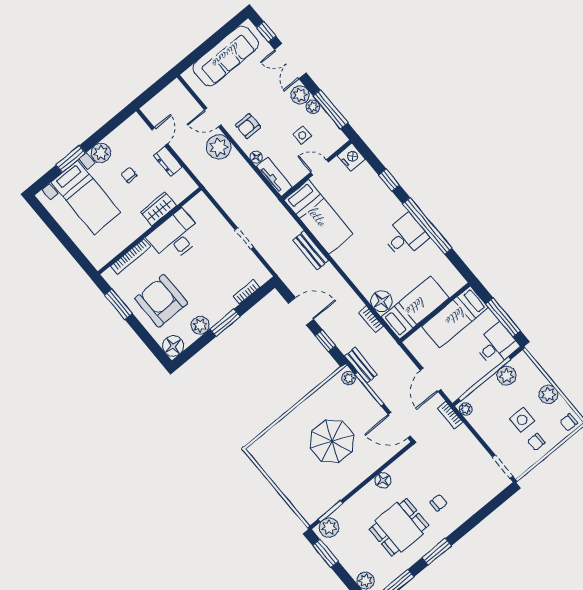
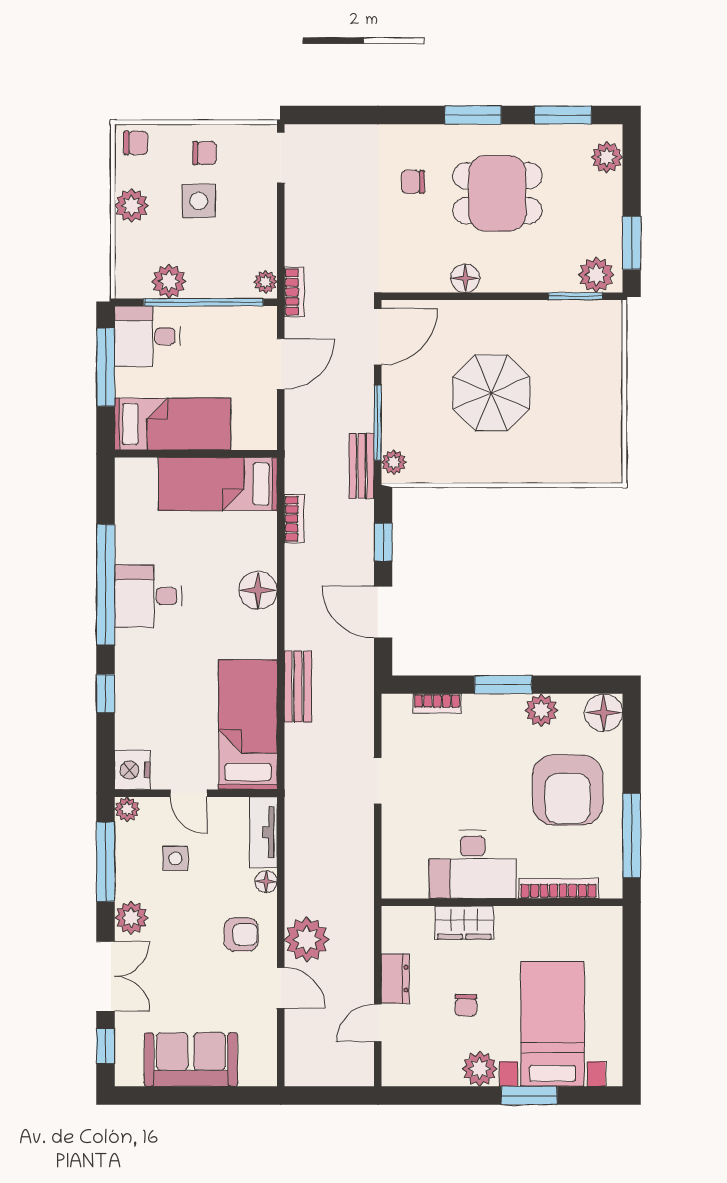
sofa: (226, 56) -> (191, 1060), width x0.73
plant: (313, 107) -> (127, 809), moved
floor lamp: (381, 301) -> (258, 590), moved
window: (118, 304) -> (632, 835), width x1.44
door: (399, 425) -> (378, 337), hinge flipped

